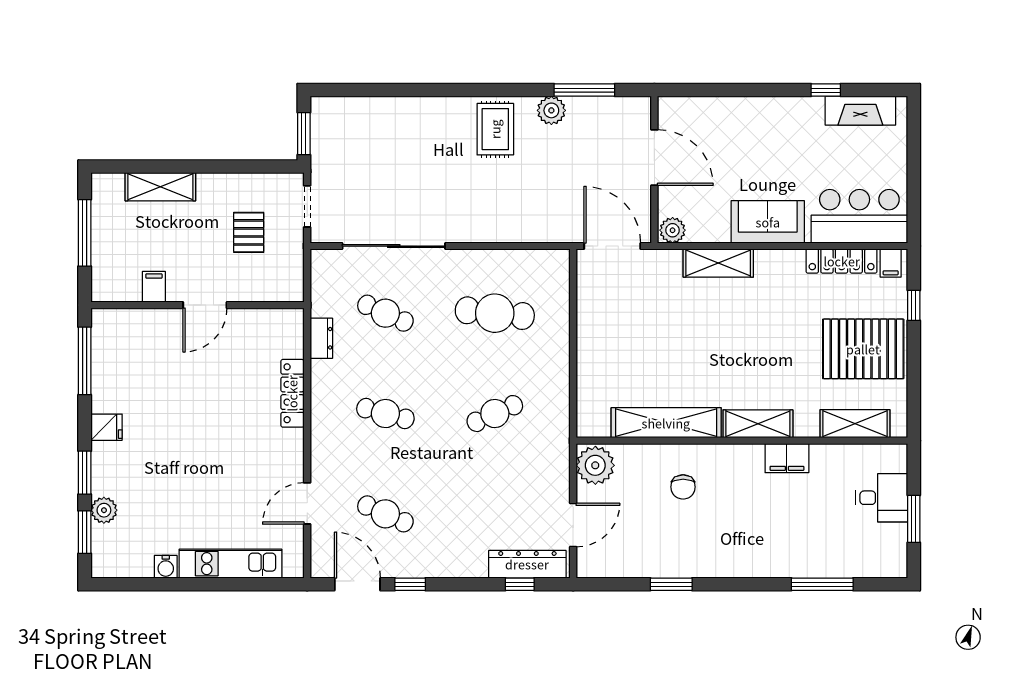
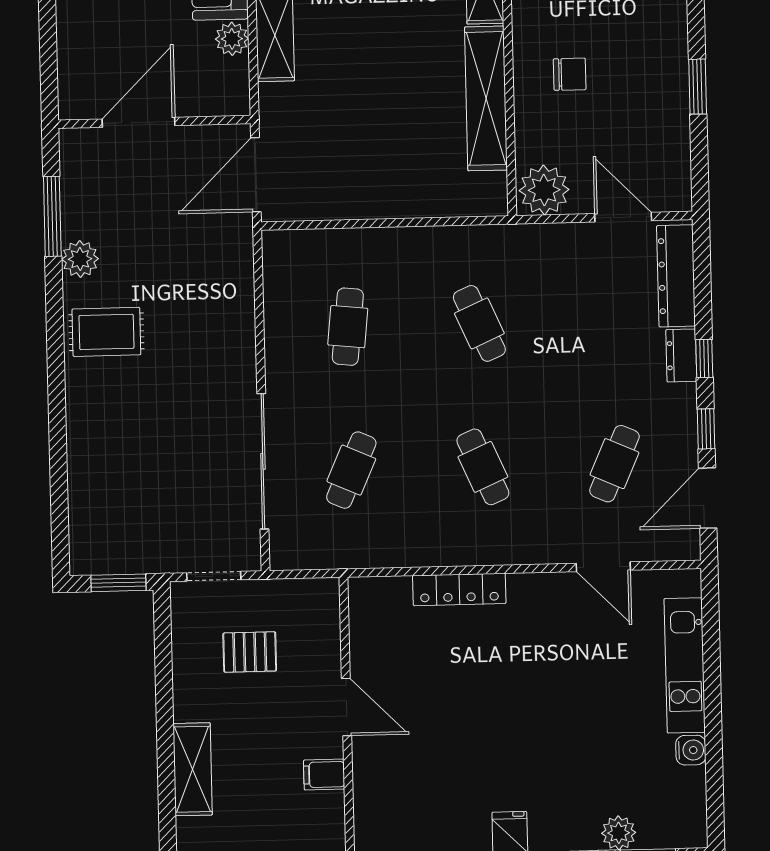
plant: (673, 230) -> (232, 39), moved
cafe table: (495, 313) -> (348, 327), width x0.73, depth x0.74
dresser: (321, 338) -> (681, 355), moved, turned -90
cafe table: (385, 414) -> (483, 467), turned -39
window: (520, 584) -> (704, 358), moved

